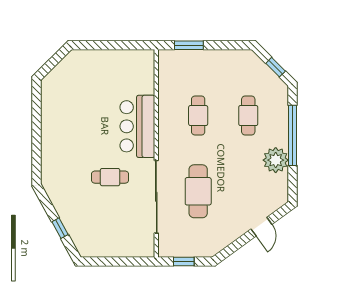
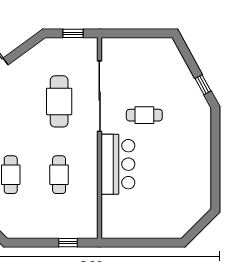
window: (189, 45) -> (68, 243), width x0.67
window: (60, 228) -> (203, 85), moved

